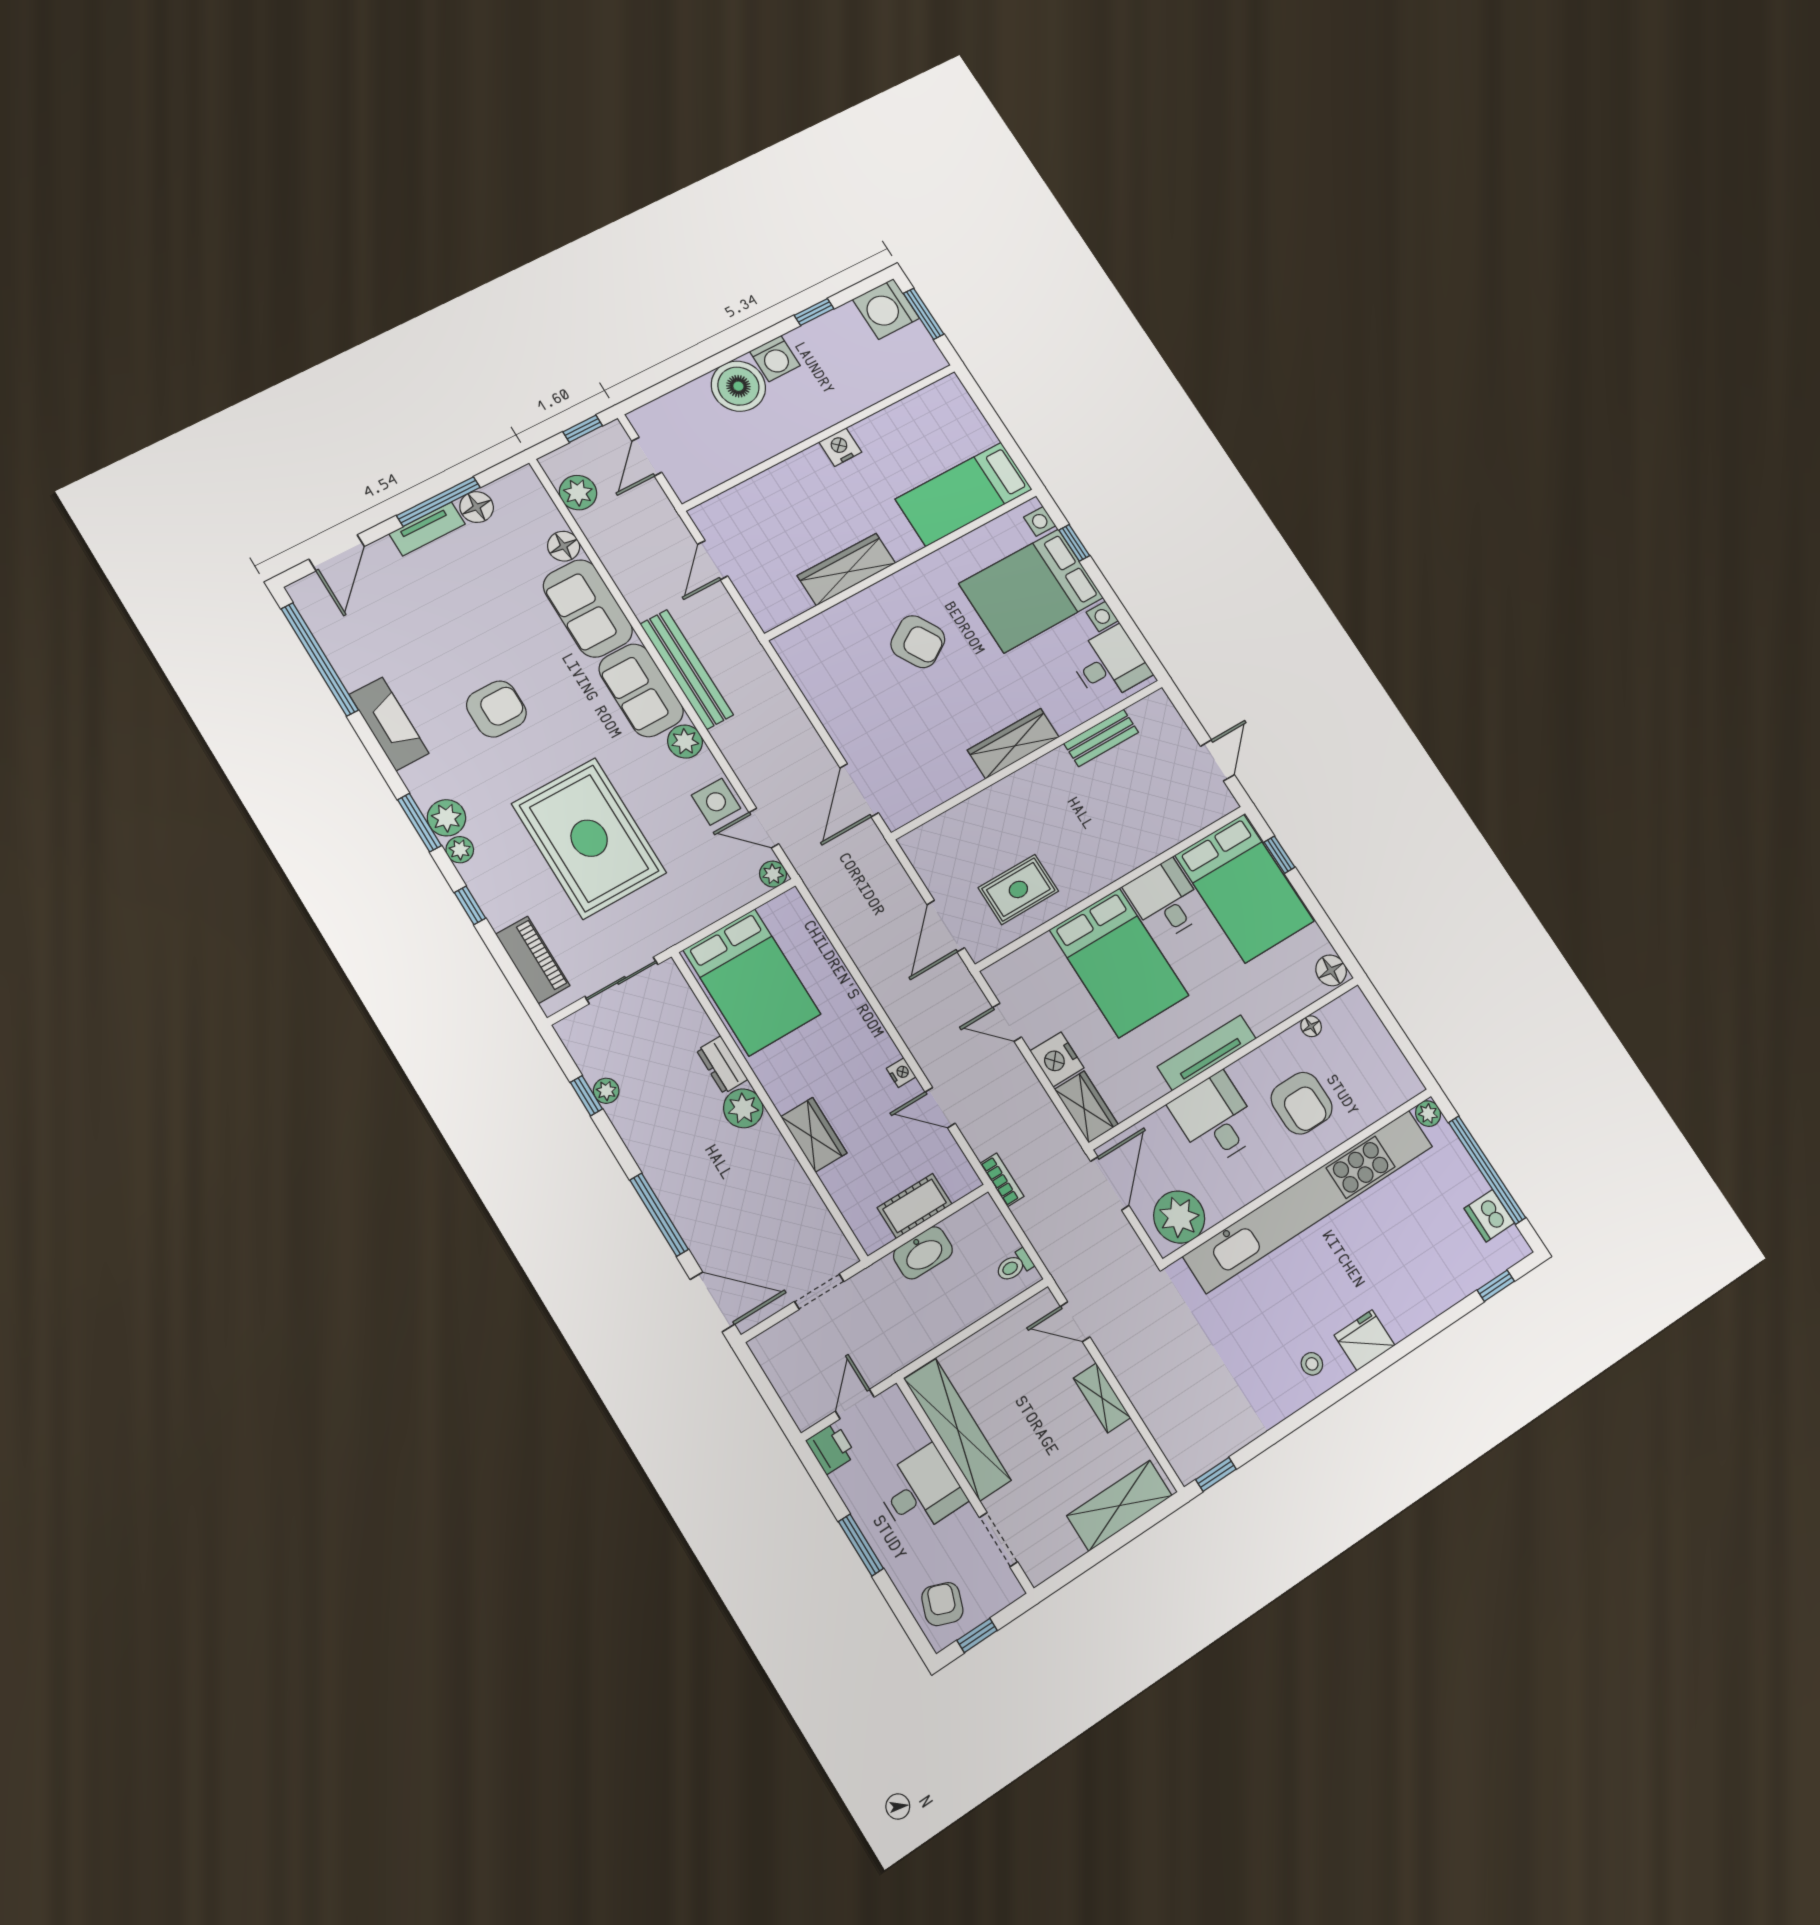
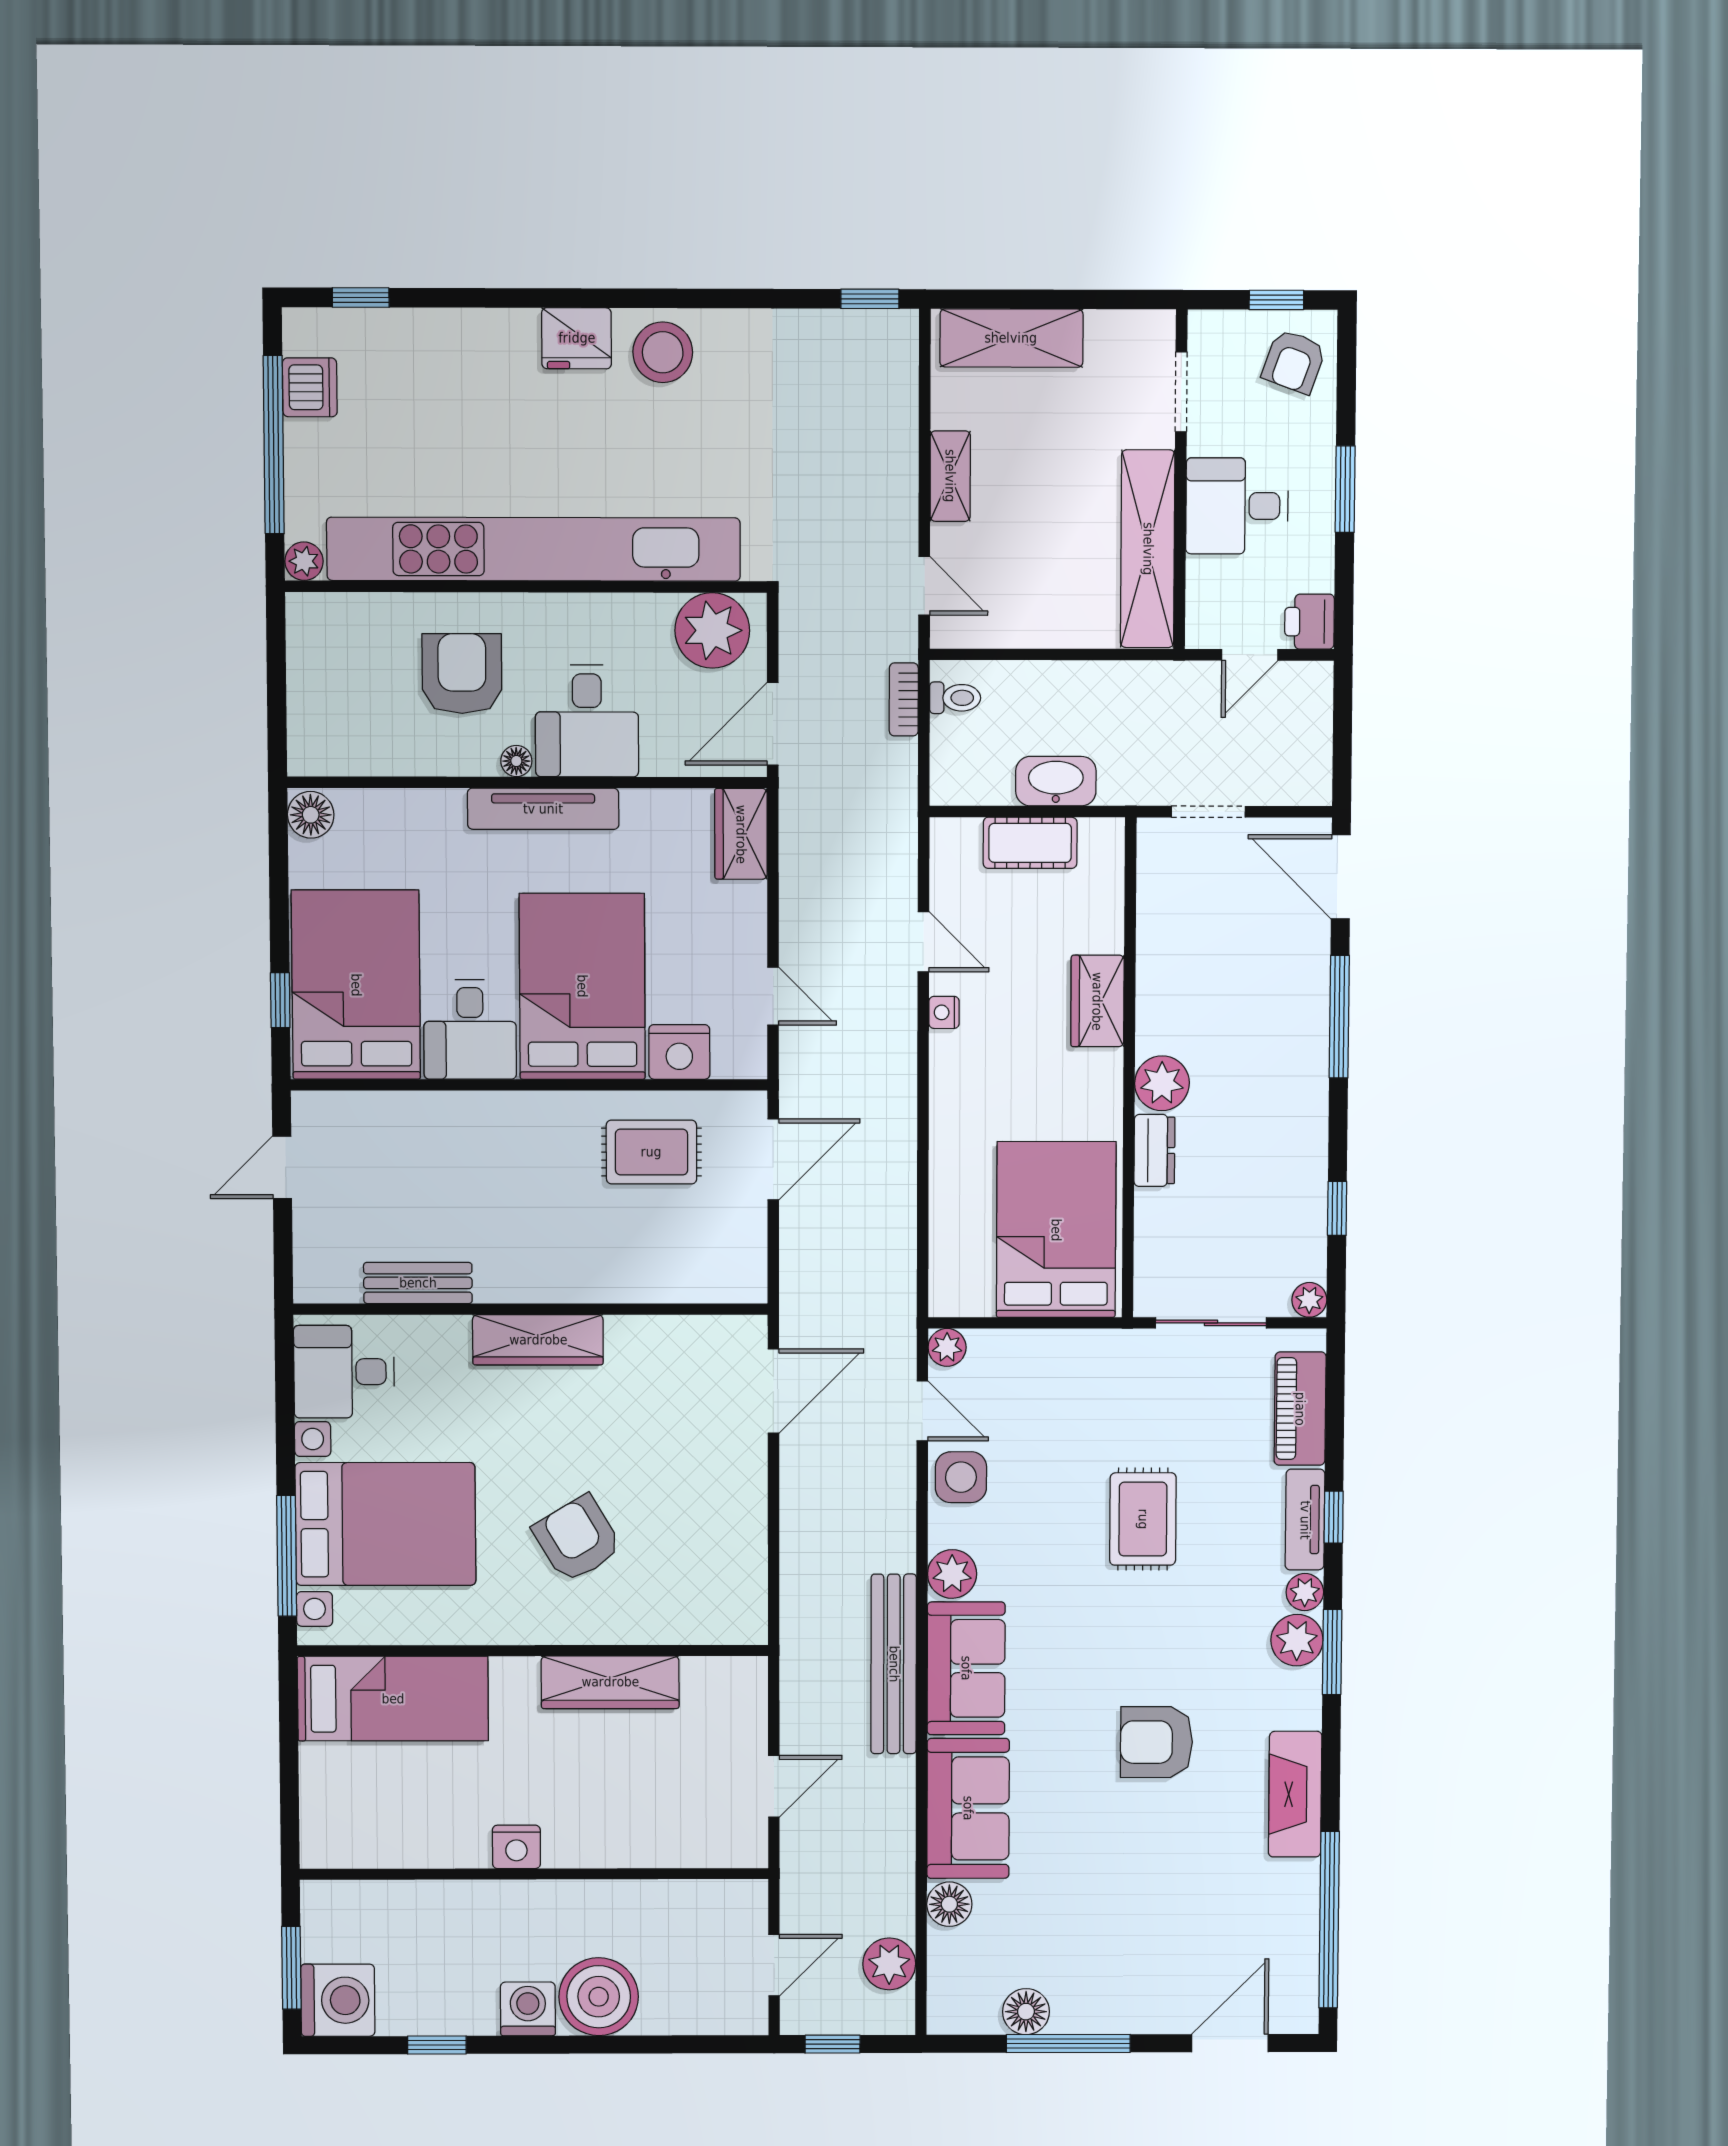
tv unit: (427, 529) -> (1305, 1520), moved, turned -90
window: (1074, 543) -> (287, 1556), width x2.17
rug: (589, 838) -> (1143, 1519), width x0.54, depth x0.49
floor lamp: (1311, 1026) -> (516, 761), moved
nightstand: (1057, 1059) -> (679, 1052), moved, turned 90
plant: (606, 1091) -> (1309, 1300), moved
bookcase: (1002, 1180) -> (904, 699), moved
stool: (1312, 1364) -> (663, 352), width x1.89, depth x1.89

